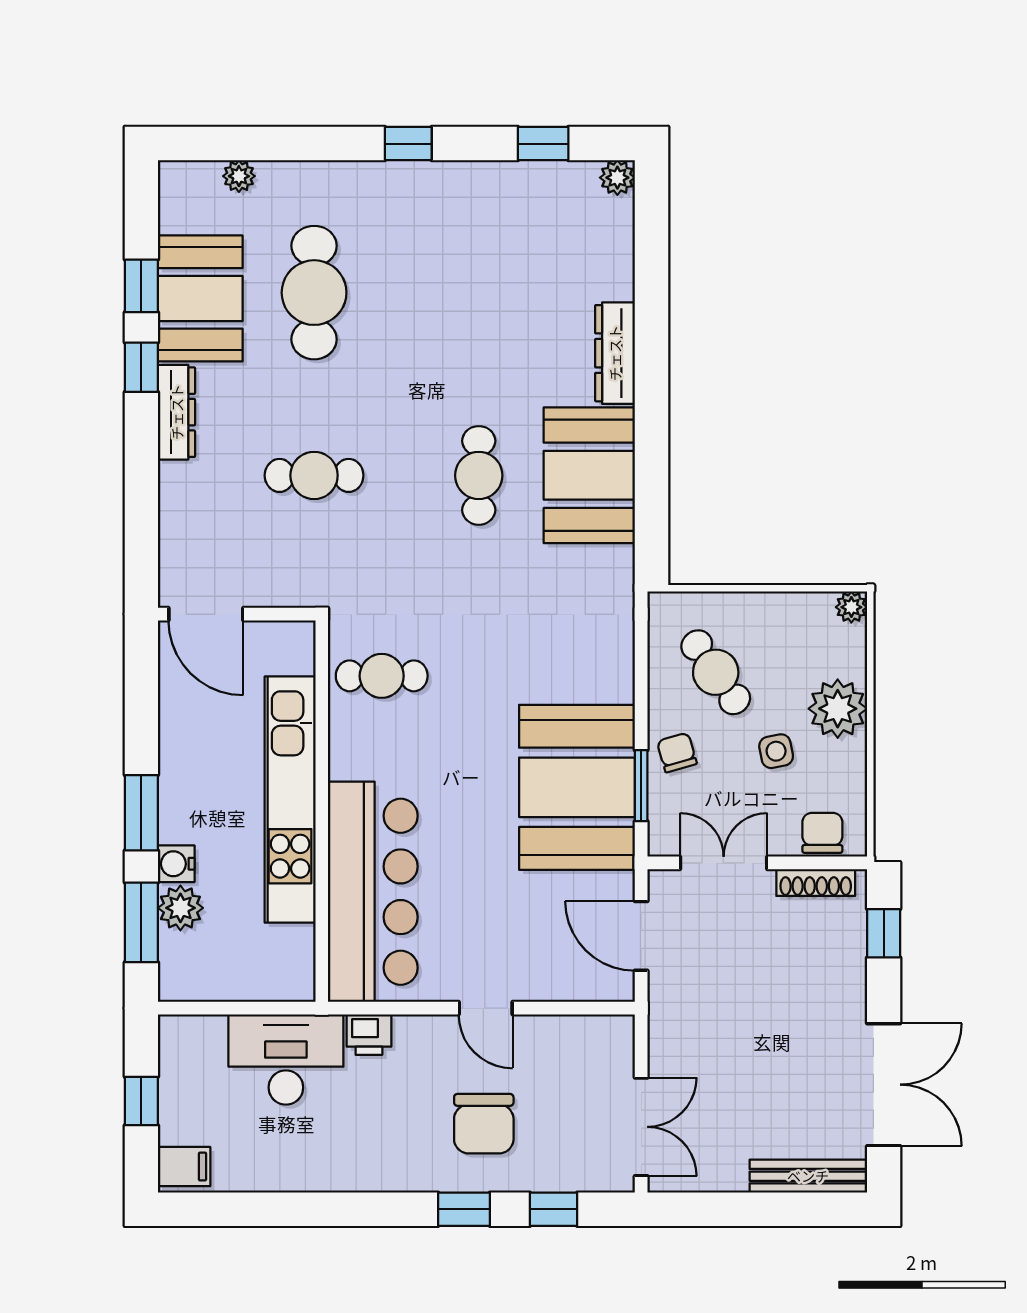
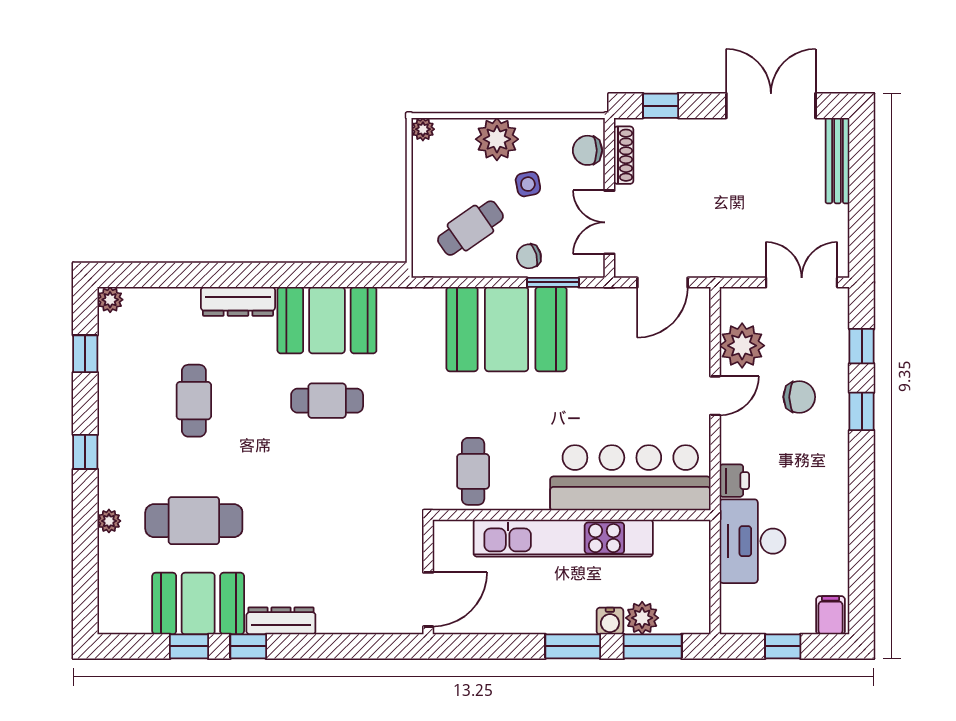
plant: (239, 176) -> (109, 521), moved
cafe table: (314, 475) -> (194, 401), moved
booth: (577, 787) -> (507, 329), moved
plant: (554, 1045) -> (742, 346), added
chair: (484, 1124) -> (799, 397), width x0.73, depth x0.73

